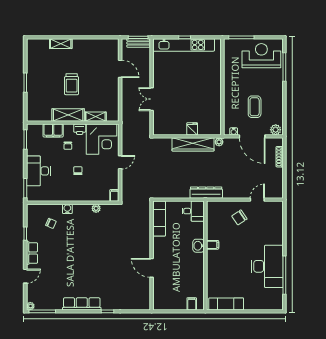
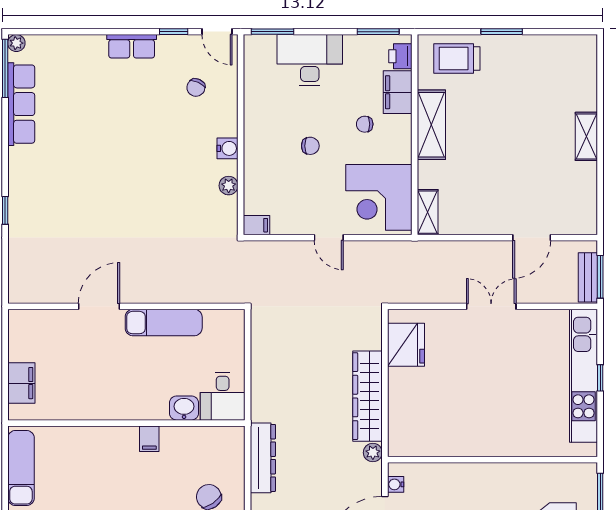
shelving: (61, 44) -> (586, 136), moved
trolley: (72, 84) -> (457, 59), moved
double door: (152, 99) -> (491, 306), moved
shelving: (96, 117) -> (428, 212), moved
printer: (80, 129) -> (400, 56), moved
fridge: (192, 129) -> (406, 345), moved, width x1.88, depth x1.34
dresser: (206, 193) -> (263, 458), moved
water cooler: (67, 209) -> (228, 148), moved
exam couch: (159, 219) -> (164, 323), moved
washbasin: (199, 246) -> (184, 408), moved
door: (25, 276) -> (217, 32), moved
row of seats: (82, 304) -> (21, 104), moved
filing cabinet: (192, 304) -> (21, 383), width x2.00

